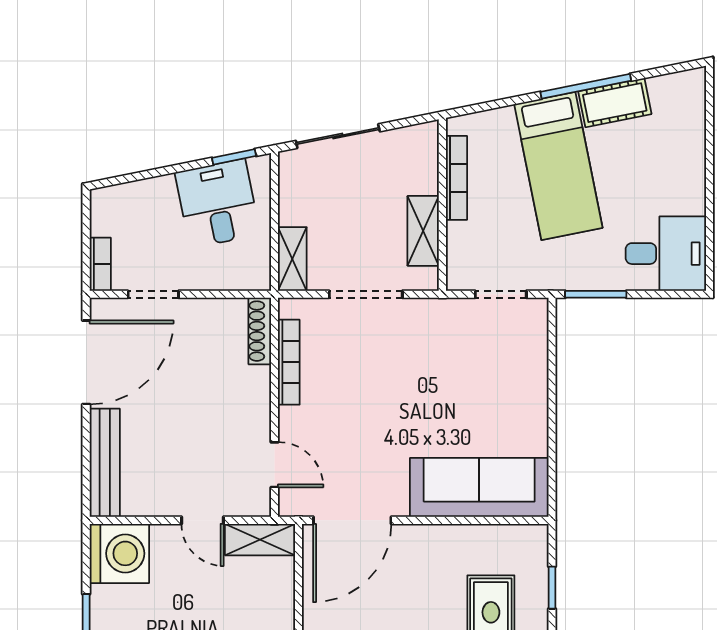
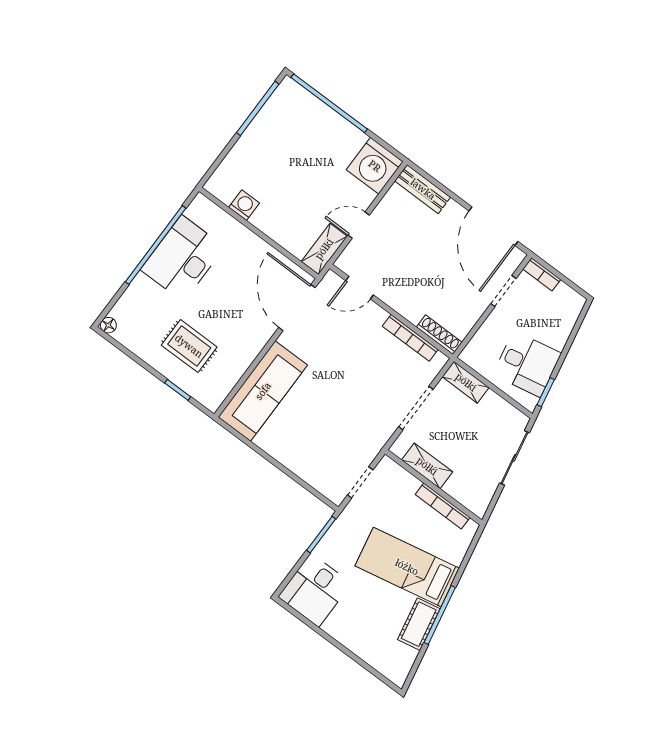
bench: (105, 463) -> (423, 189), width x0.73

